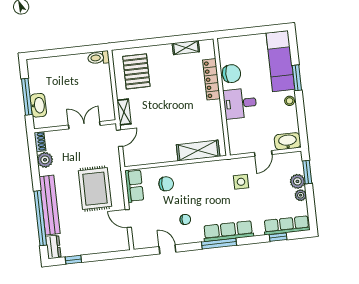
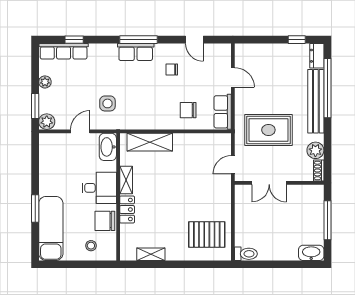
pallet: (136, 71) -> (207, 234), turned 90
locker: (211, 79) -> (127, 210), width x0.66
stool: (290, 101) -> (91, 246), moved
washbasin: (38, 105) -> (311, 253), moved, turned 90
shelving: (124, 112) -> (126, 180), moved
washbasin: (288, 141) -> (108, 147), moved, turned 90
plant: (297, 181) -> (47, 122), moved
rug: (95, 189) -> (268, 130), moved, turned 90
row of seats: (228, 231) -> (136, 52), width x0.68

